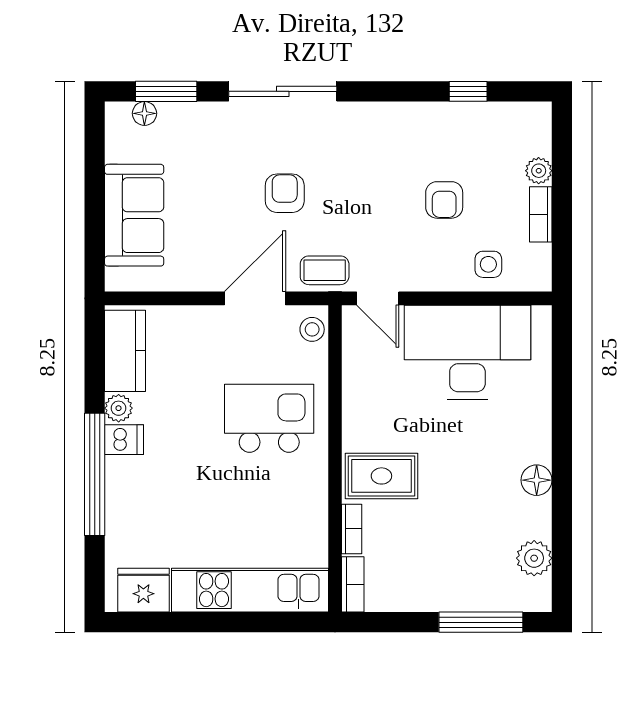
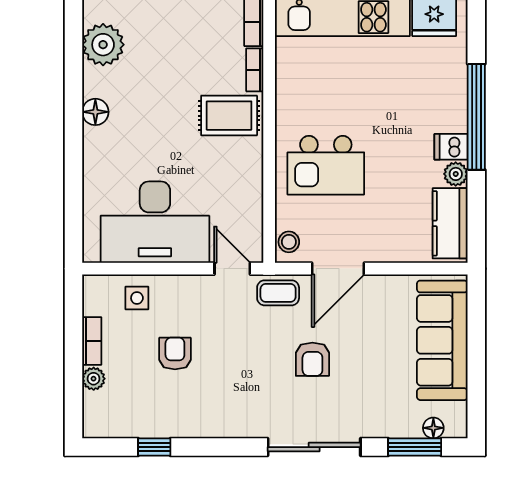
sofa: (134, 215) -> (442, 340), width x1.36
plant: (534, 558) -> (103, 45), width x1.36, depth x1.36

